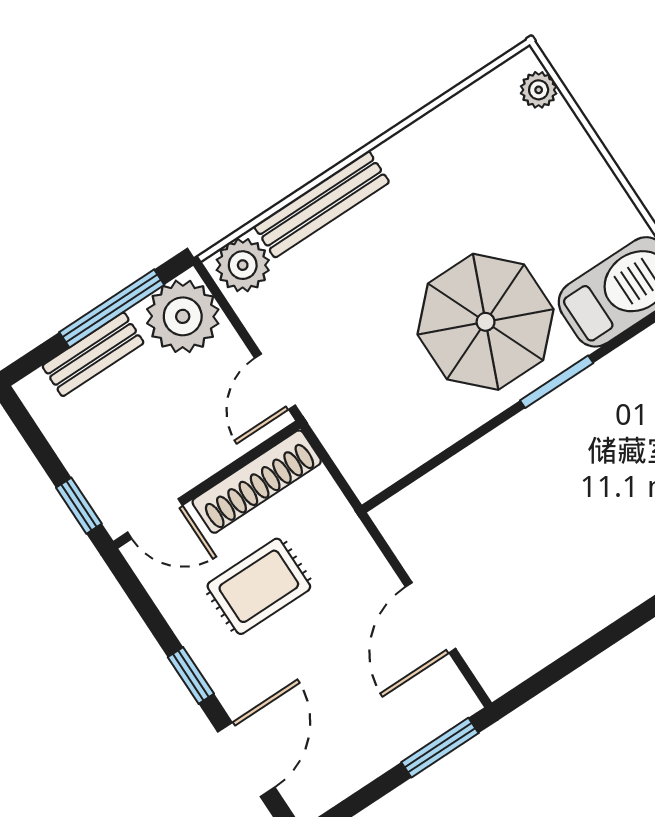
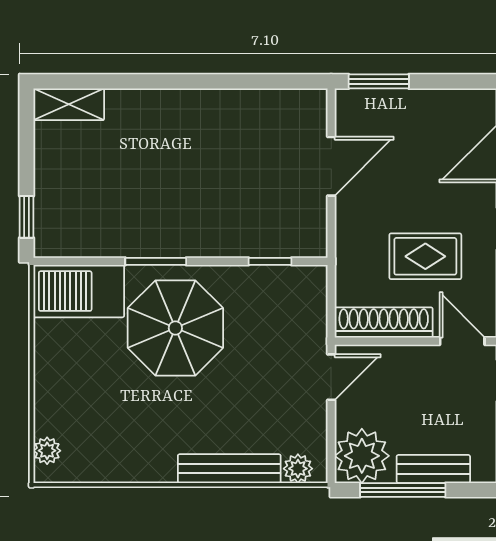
plant: (243, 265) -> (298, 469), width x0.73, depth x0.73
window: (429, 466) -> (270, 261), added

